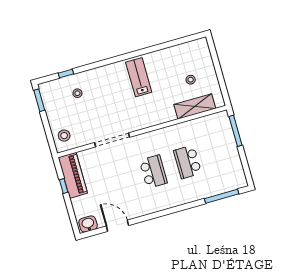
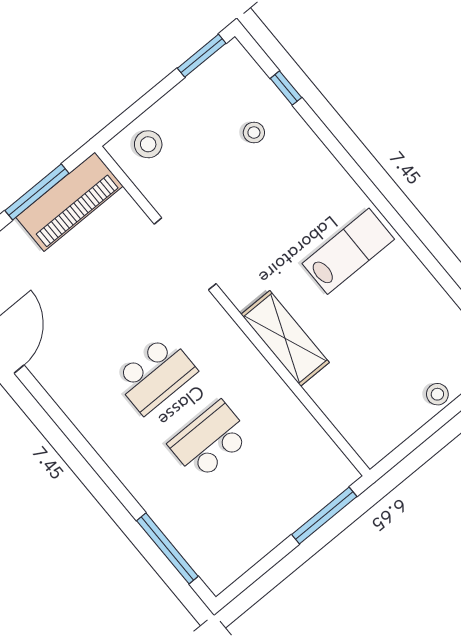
stool: (191, 80) -> (437, 394), moved
shelving: (195, 106) -> (285, 338), moved
window: (64, 186) -> (37, 192), width x2.17

